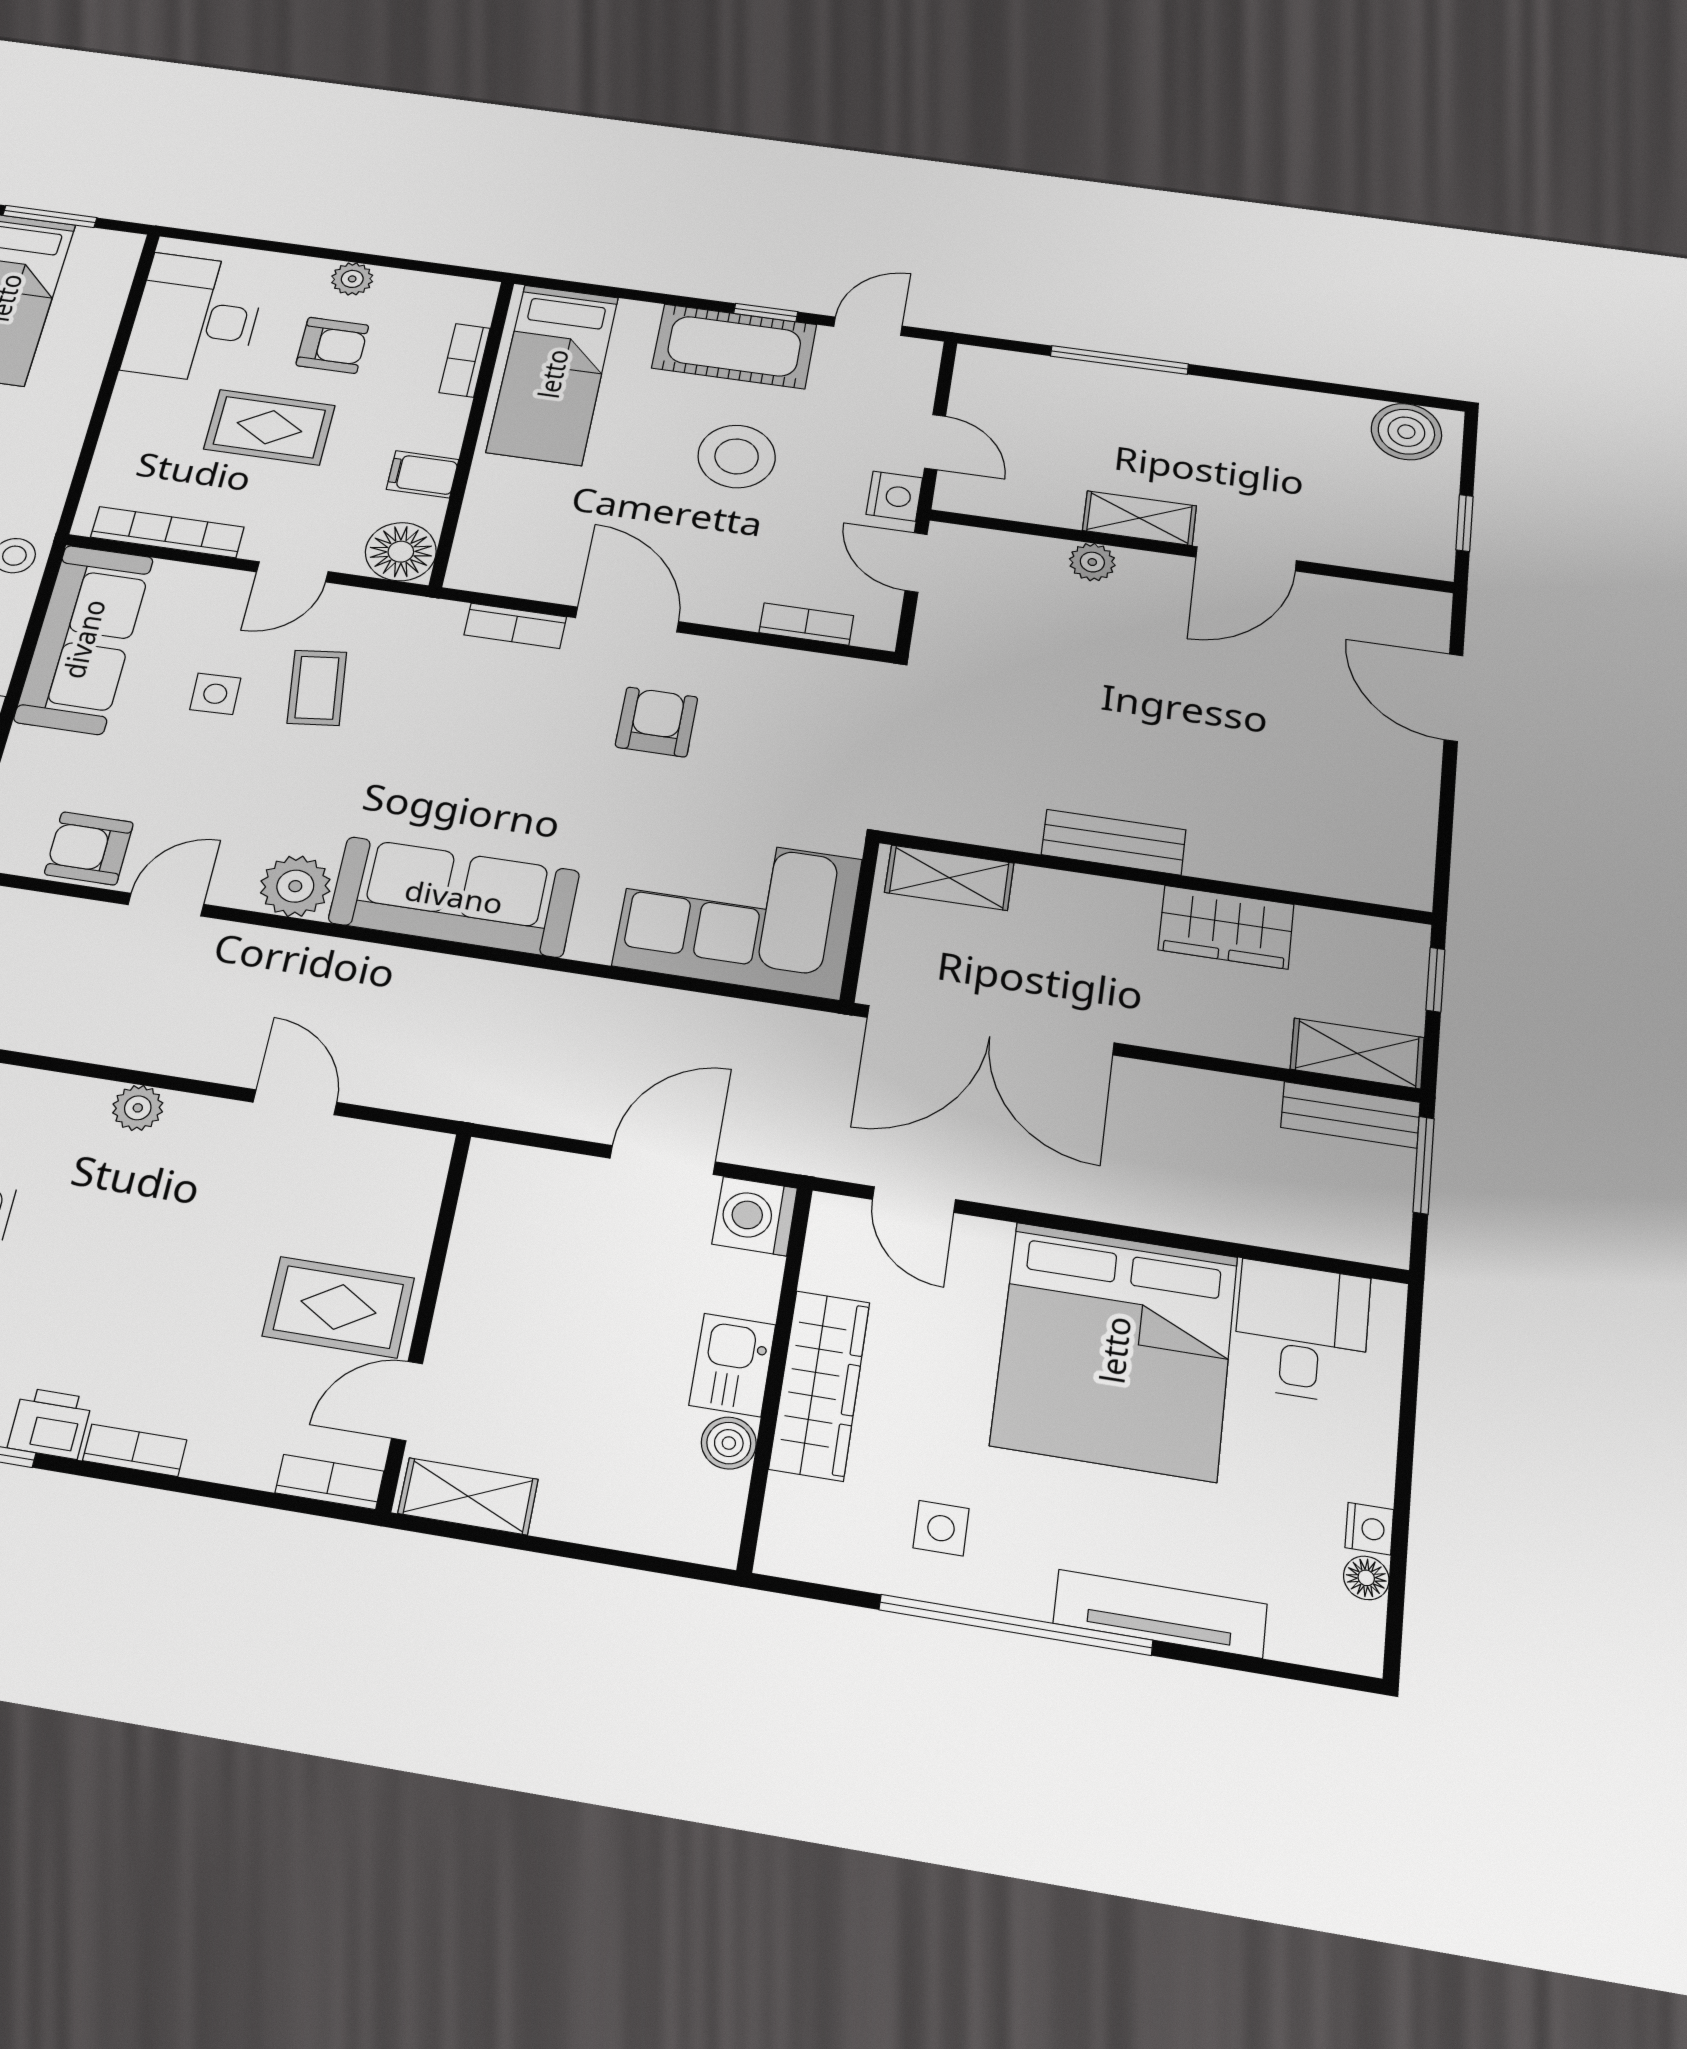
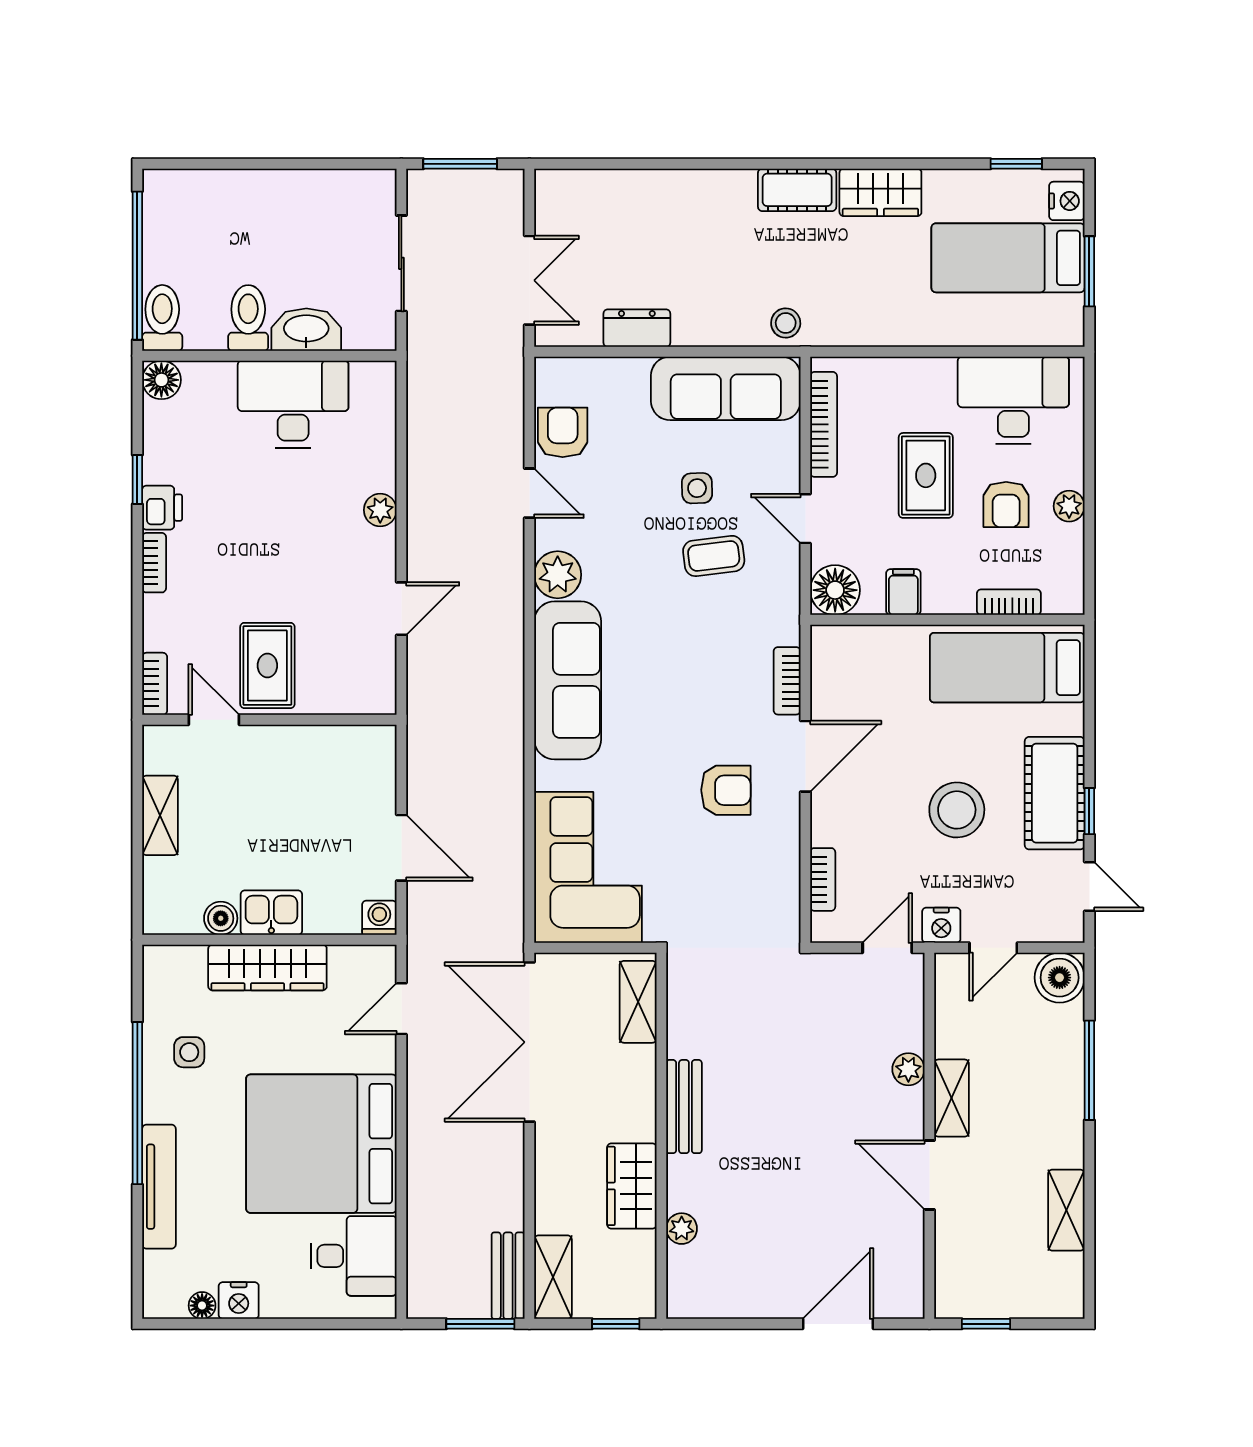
shelving: (1311, 411) -> (1066, 1210), added
boiler: (1406, 432) -> (1060, 978), moved
plant: (1297, 872) -> (682, 1229), added
washing machine: (755, 1216) -> (379, 918), width x0.73, depth x0.73
shelving: (468, 1496) -> (160, 815), moved
nightstand: (1369, 1529) -> (239, 1301), width x1.39, depth x1.35

